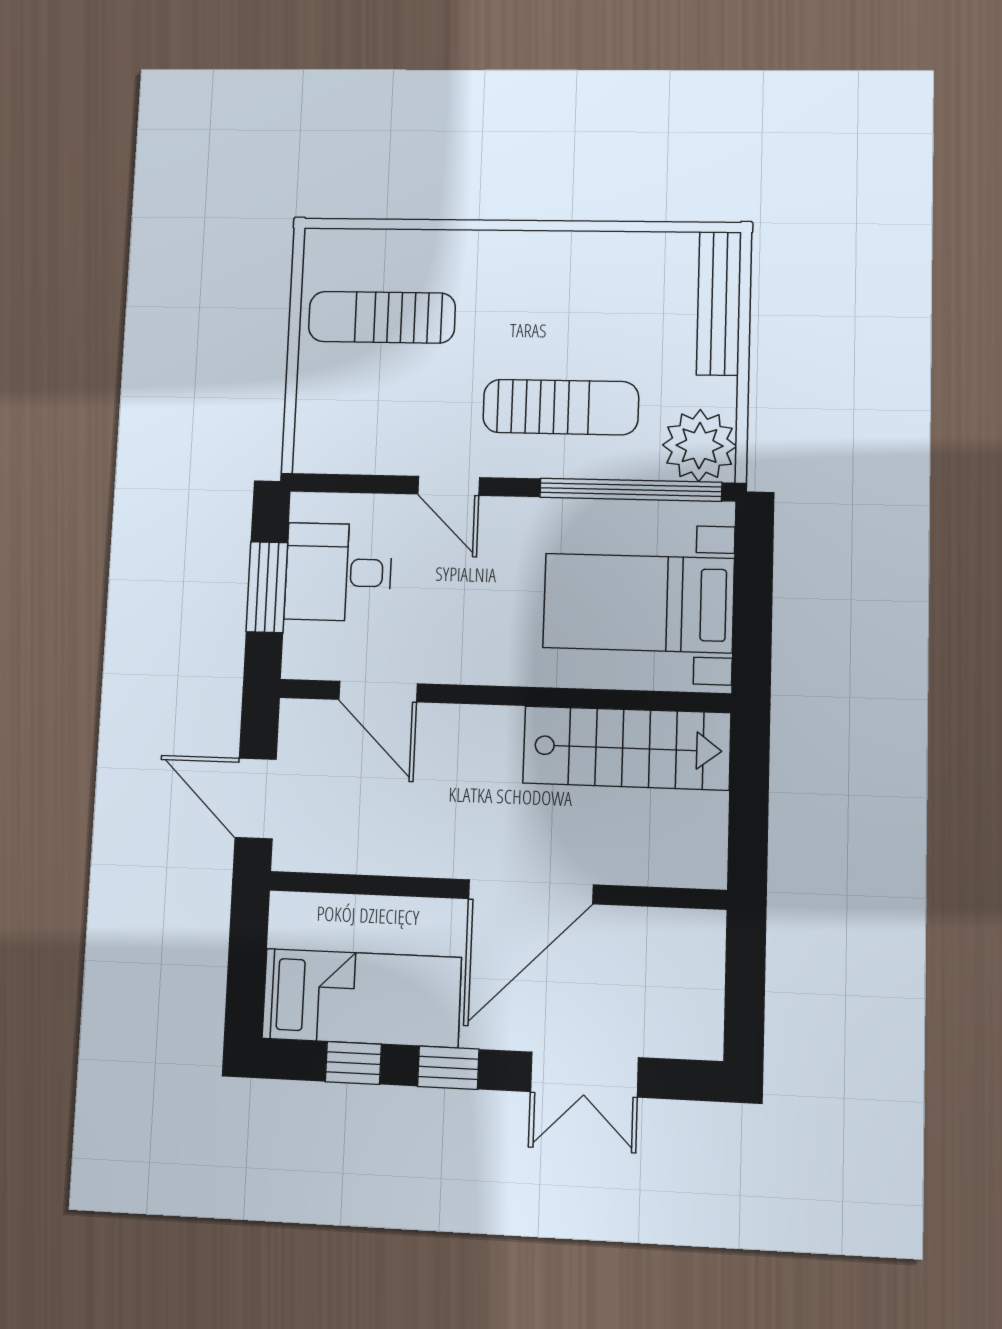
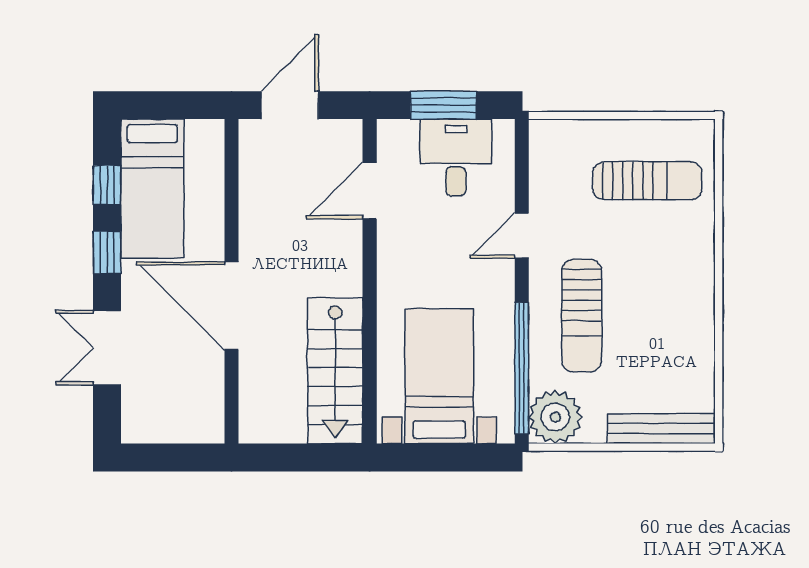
sun lounger: (382, 317) -> (647, 181), turned 90

